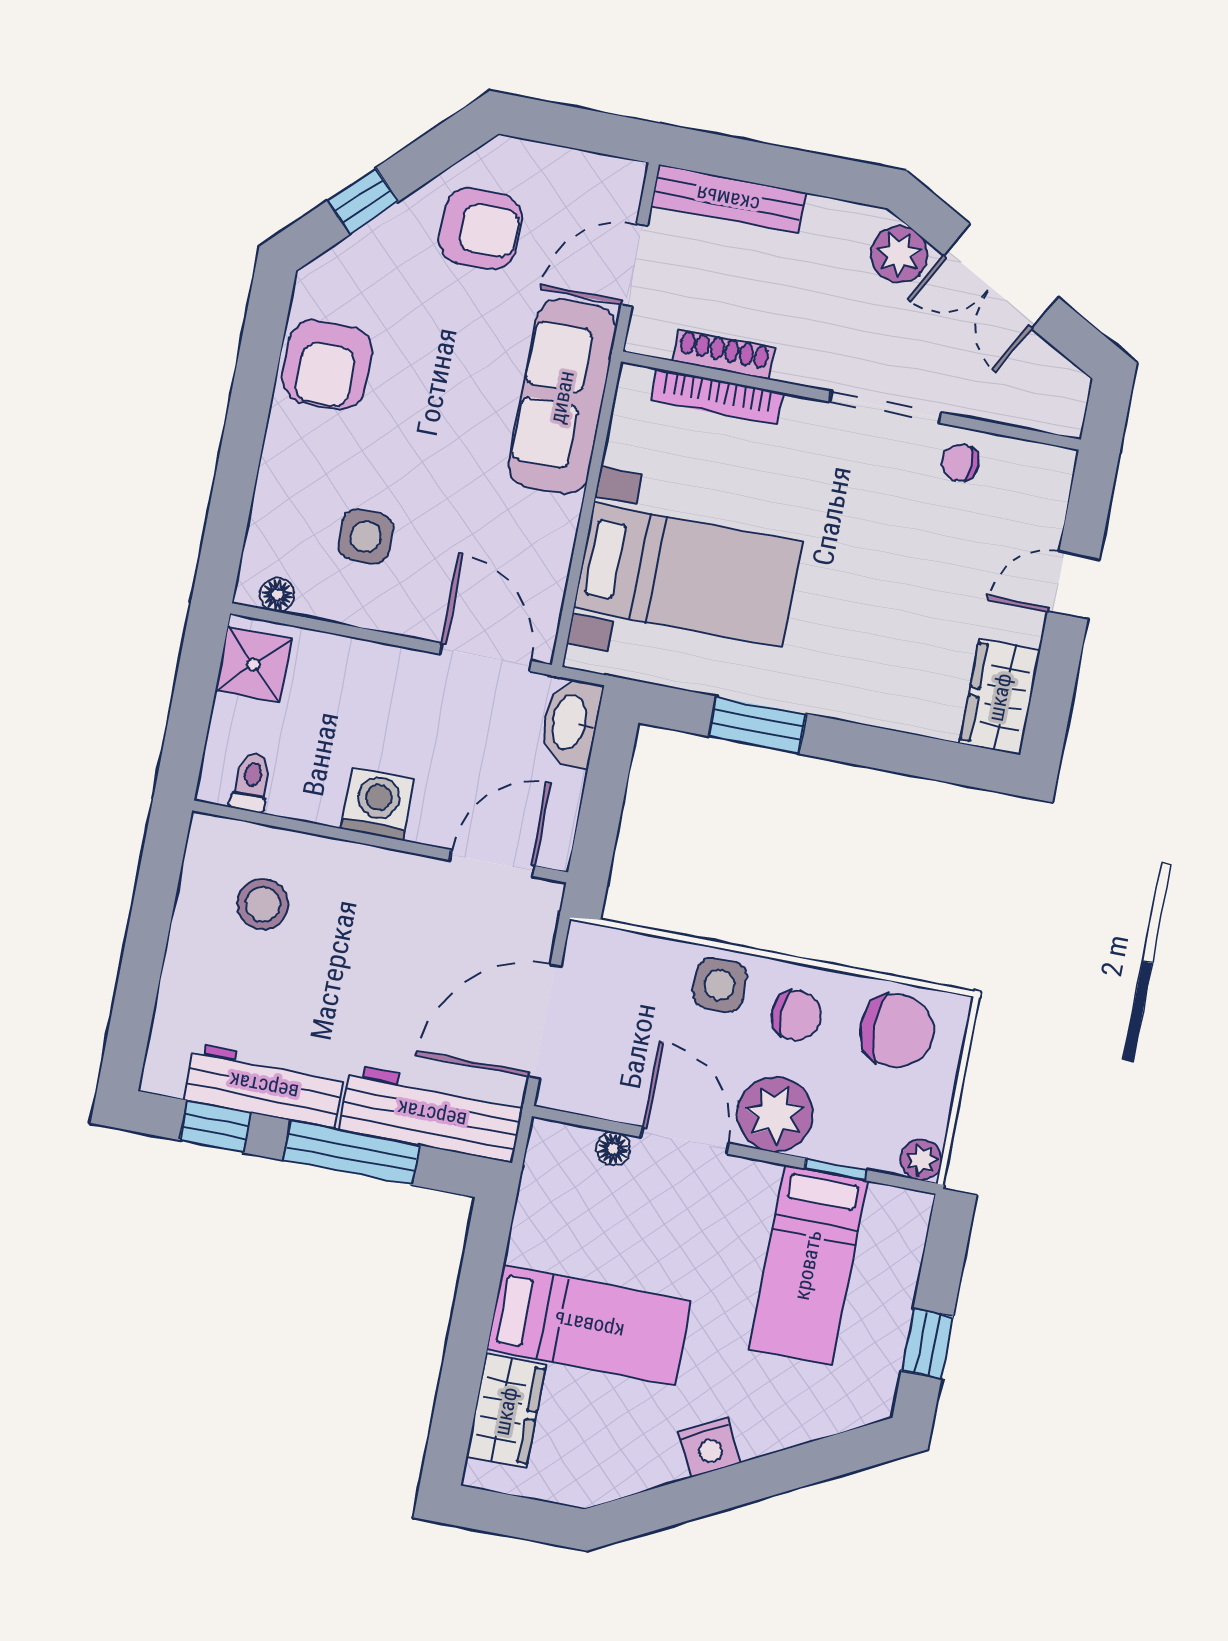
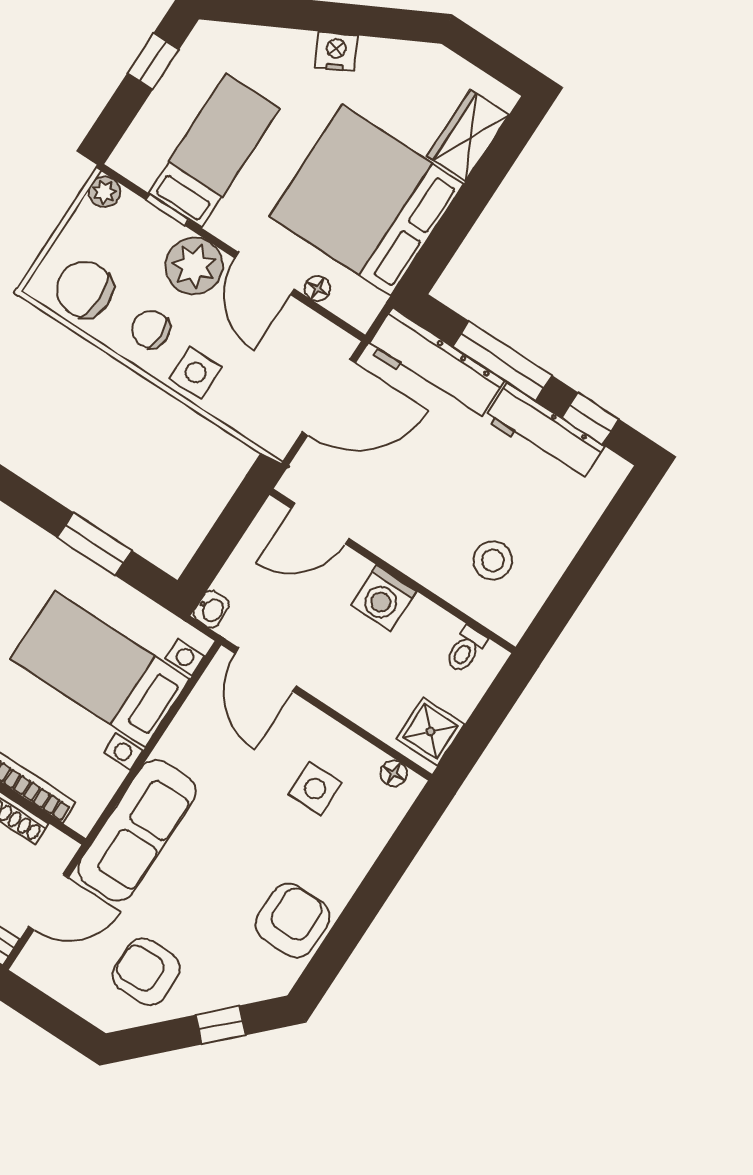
washbasin: (571, 723) -> (211, 609), width x0.52, depth x0.69
bed: (589, 1325) -> (366, 200), width x2.04

